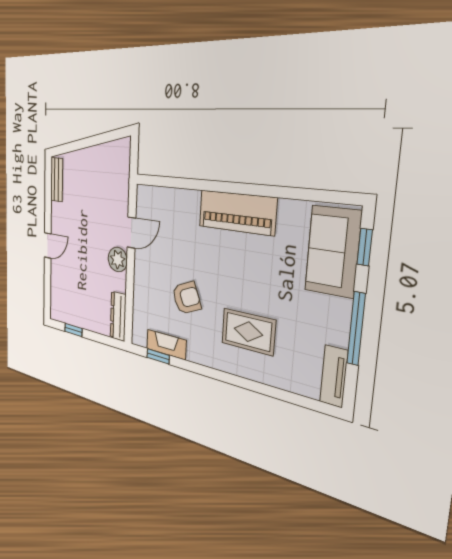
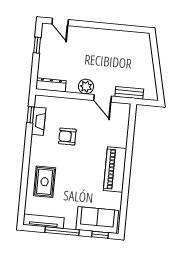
bench: (57, 180) -> (129, 93), moved
door: (48, 245) -> (60, 22), moved
armchair: (187, 298) -> (67, 136), turned 113
rug: (248, 332) -> (45, 182), moved
tv unit: (334, 376) -> (44, 221), width x1.41

